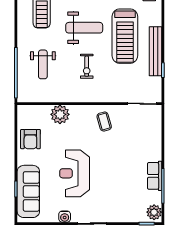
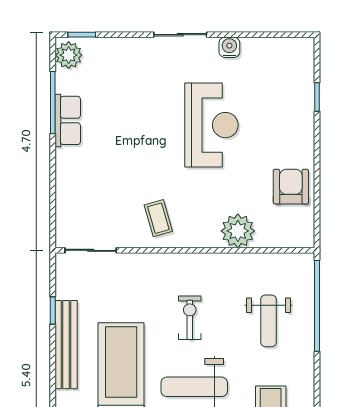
weight bench: (43, 64) -> (268, 321), turned 180
sofa: (28, 191) -> (295, 92), removed

